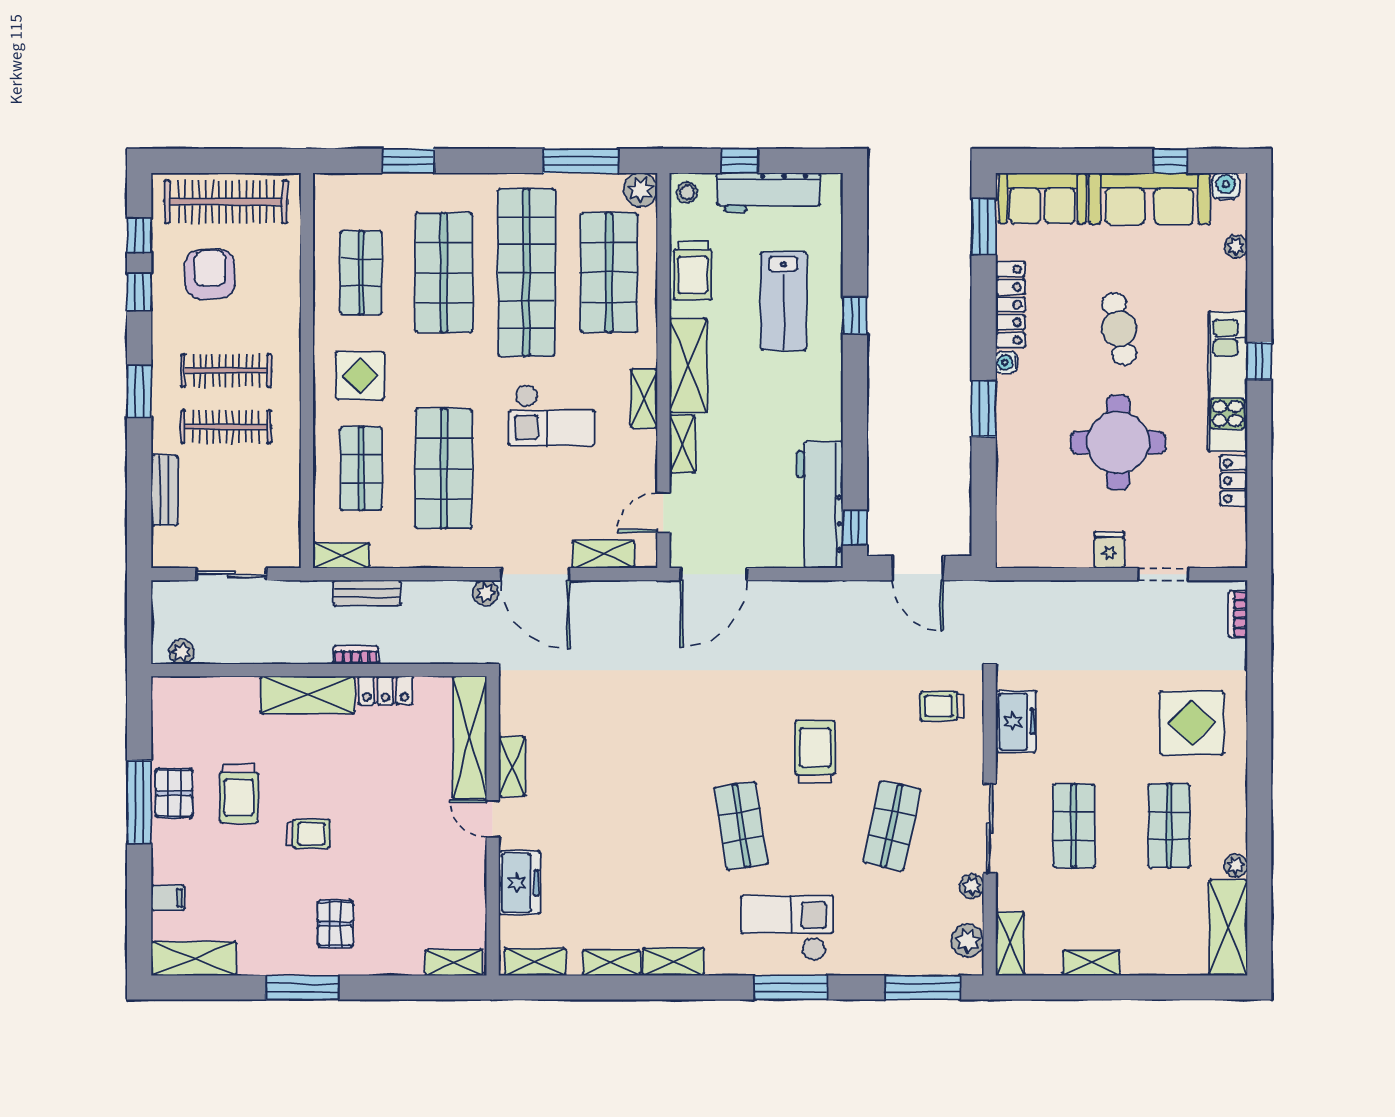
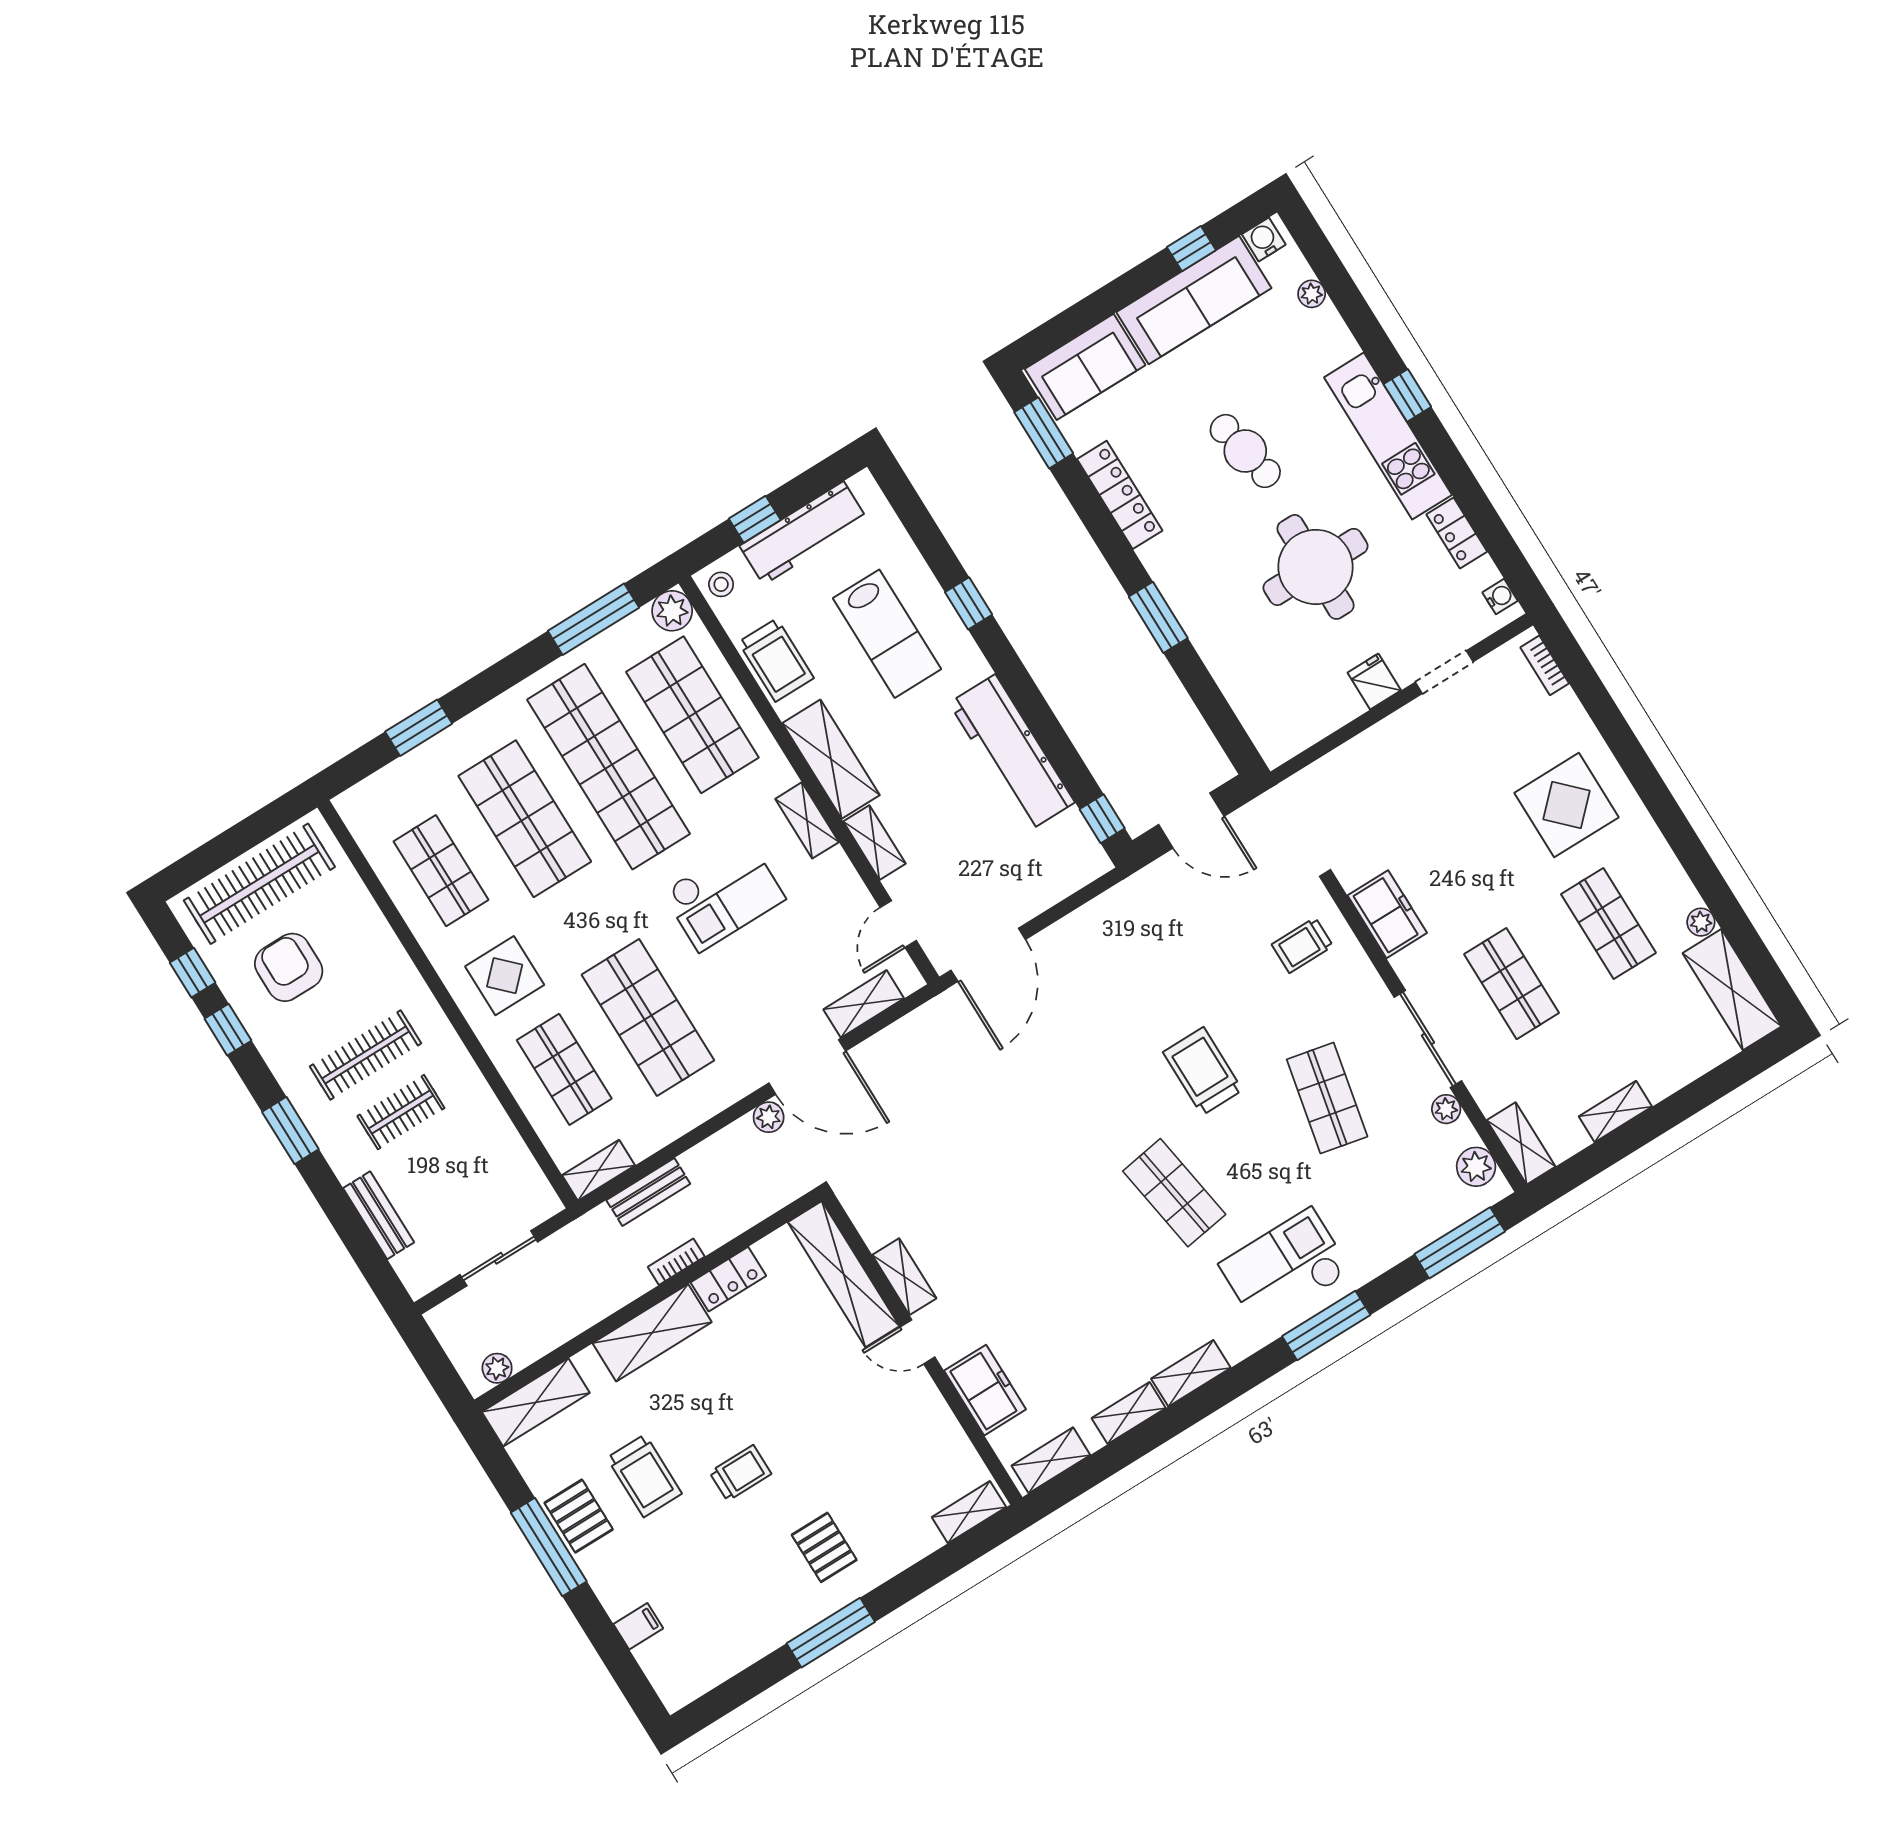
water cooler: (1007, 362) -> (1500, 597), moved, turned 180
clothes rail: (226, 427) -> (401, 1112), width x0.73
workbench: (820, 505) -> (1012, 753), moved
shelving: (194, 958) -> (536, 1402), moved

